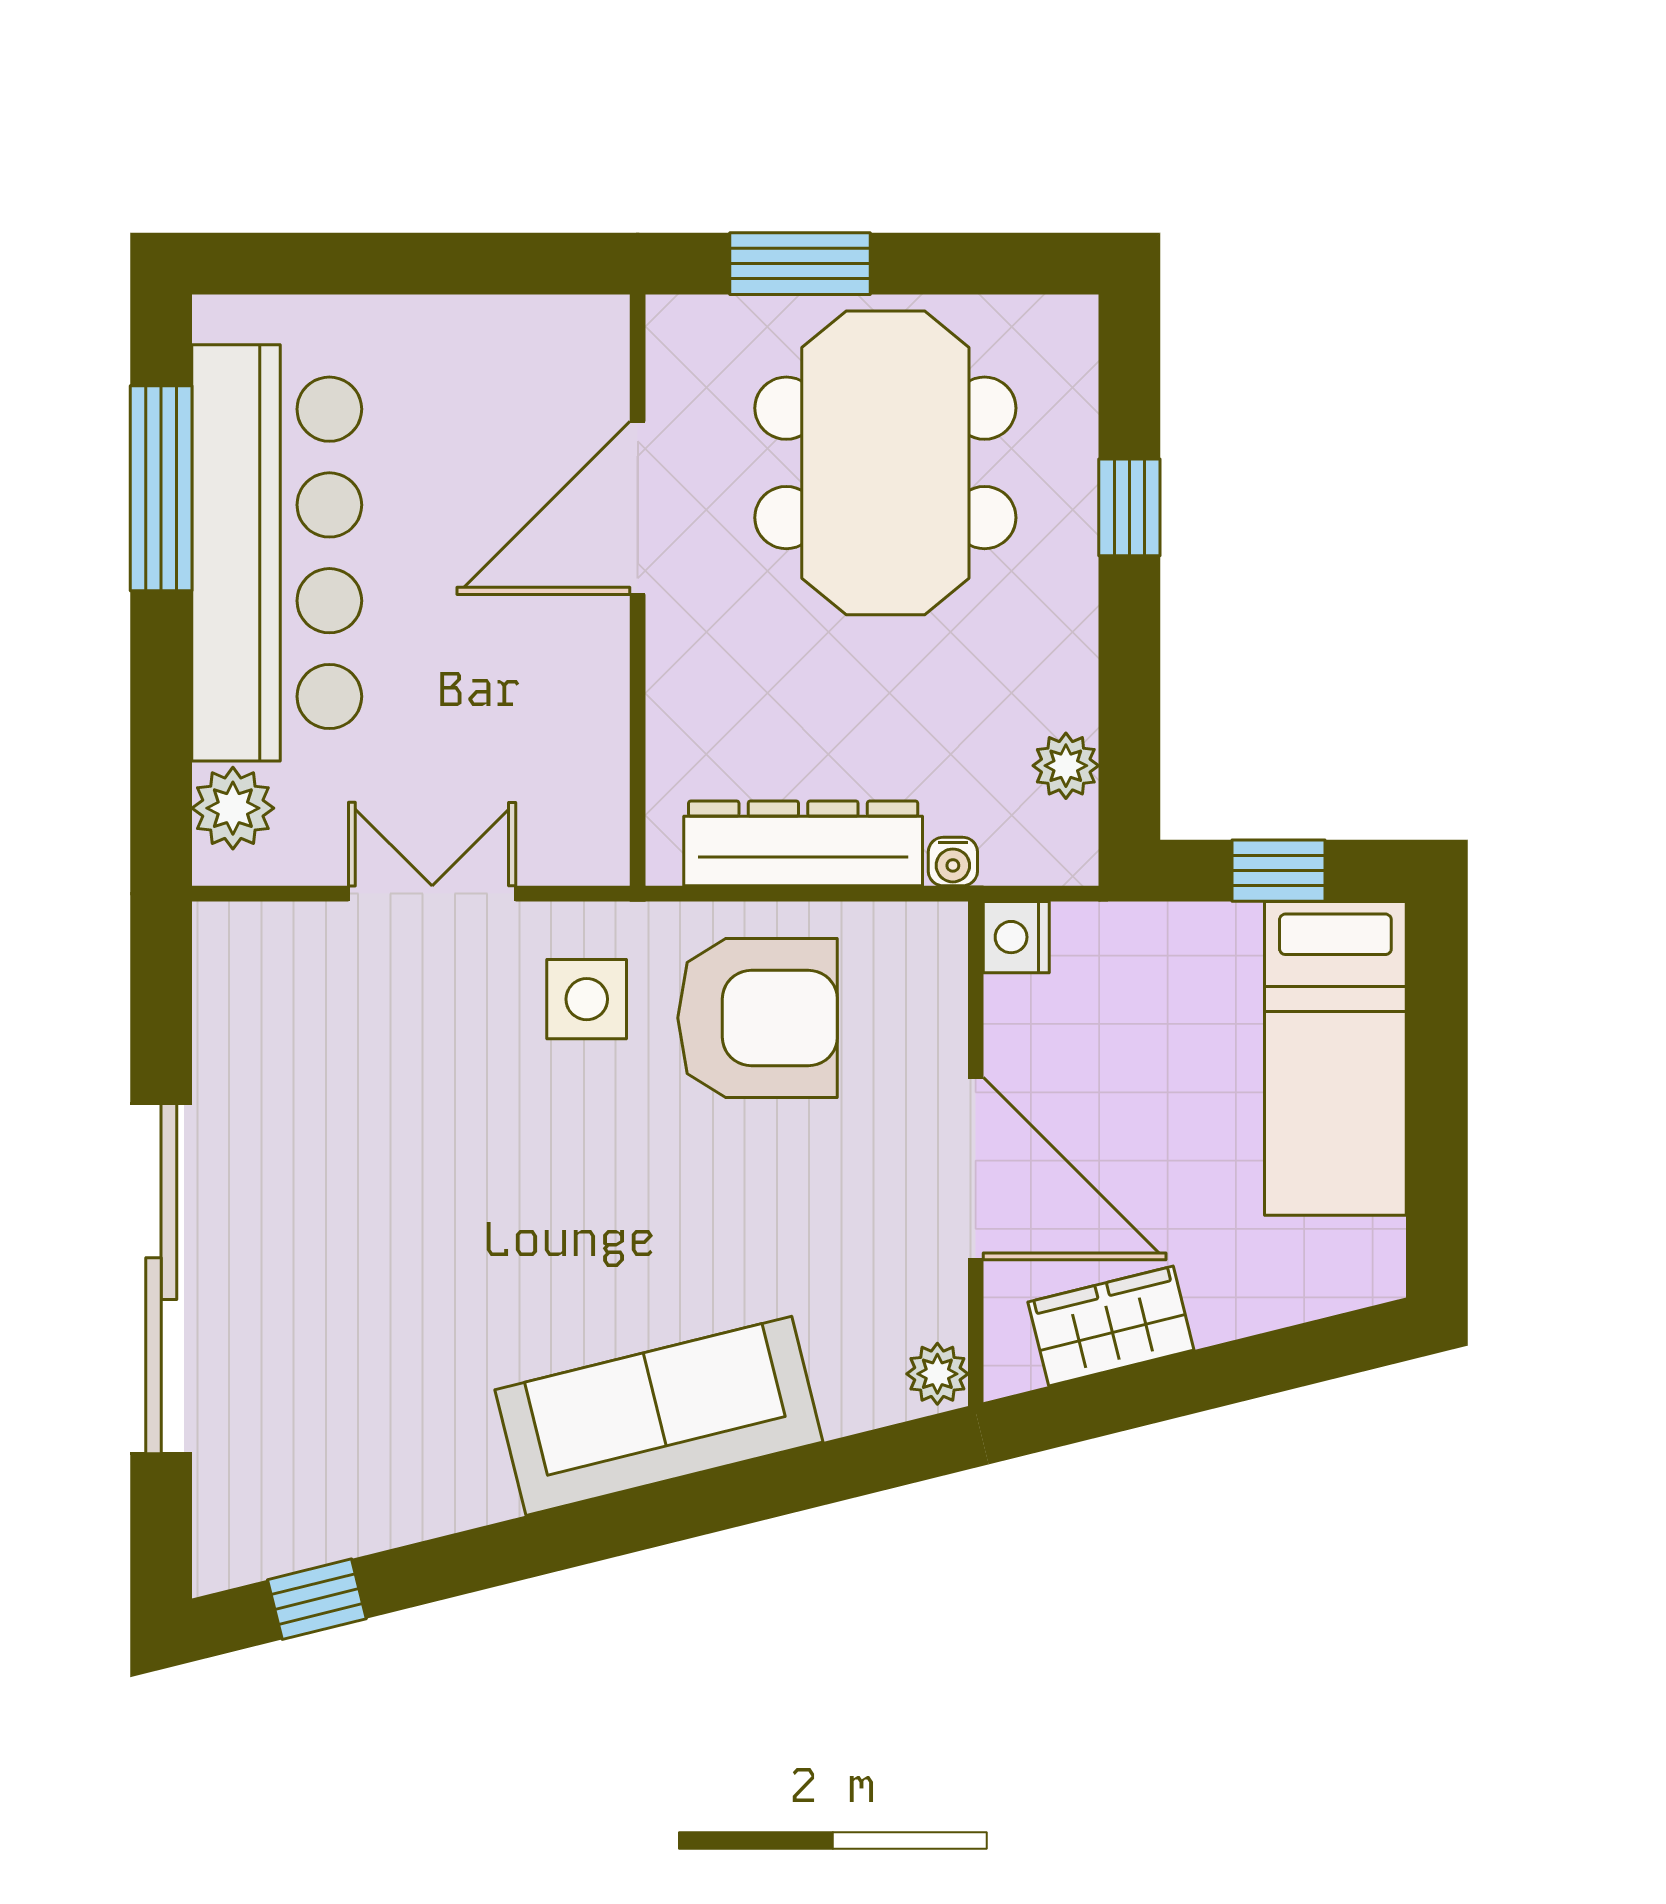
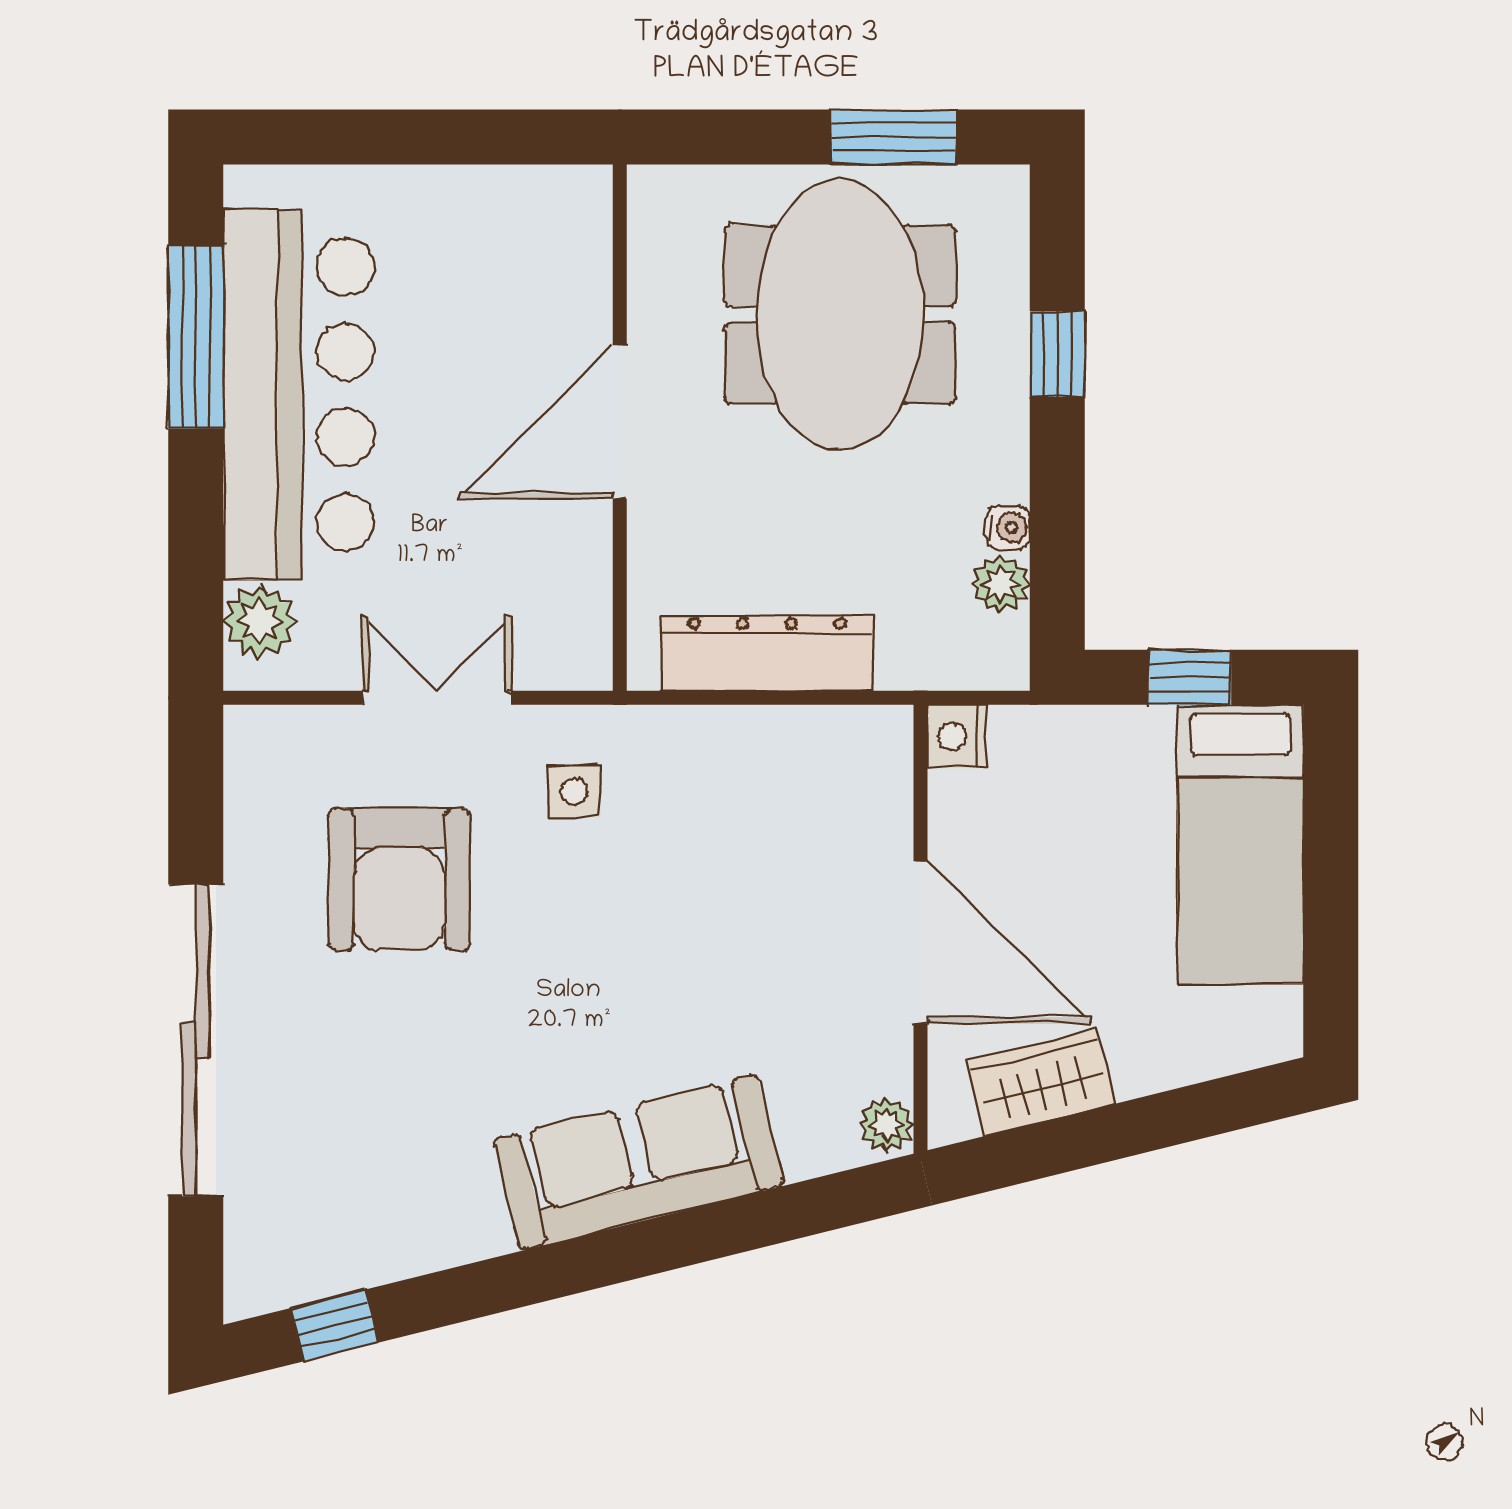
window: (800, 264) -> (894, 137), moved
door: (638, 508) -> (620, 422), moved
water cooler: (953, 862) -> (1008, 527), moved, turned -90
side table: (587, 999) -> (574, 792), width x0.73, depth x0.73
armchair: (758, 1018) -> (399, 879), moved, turned 90

